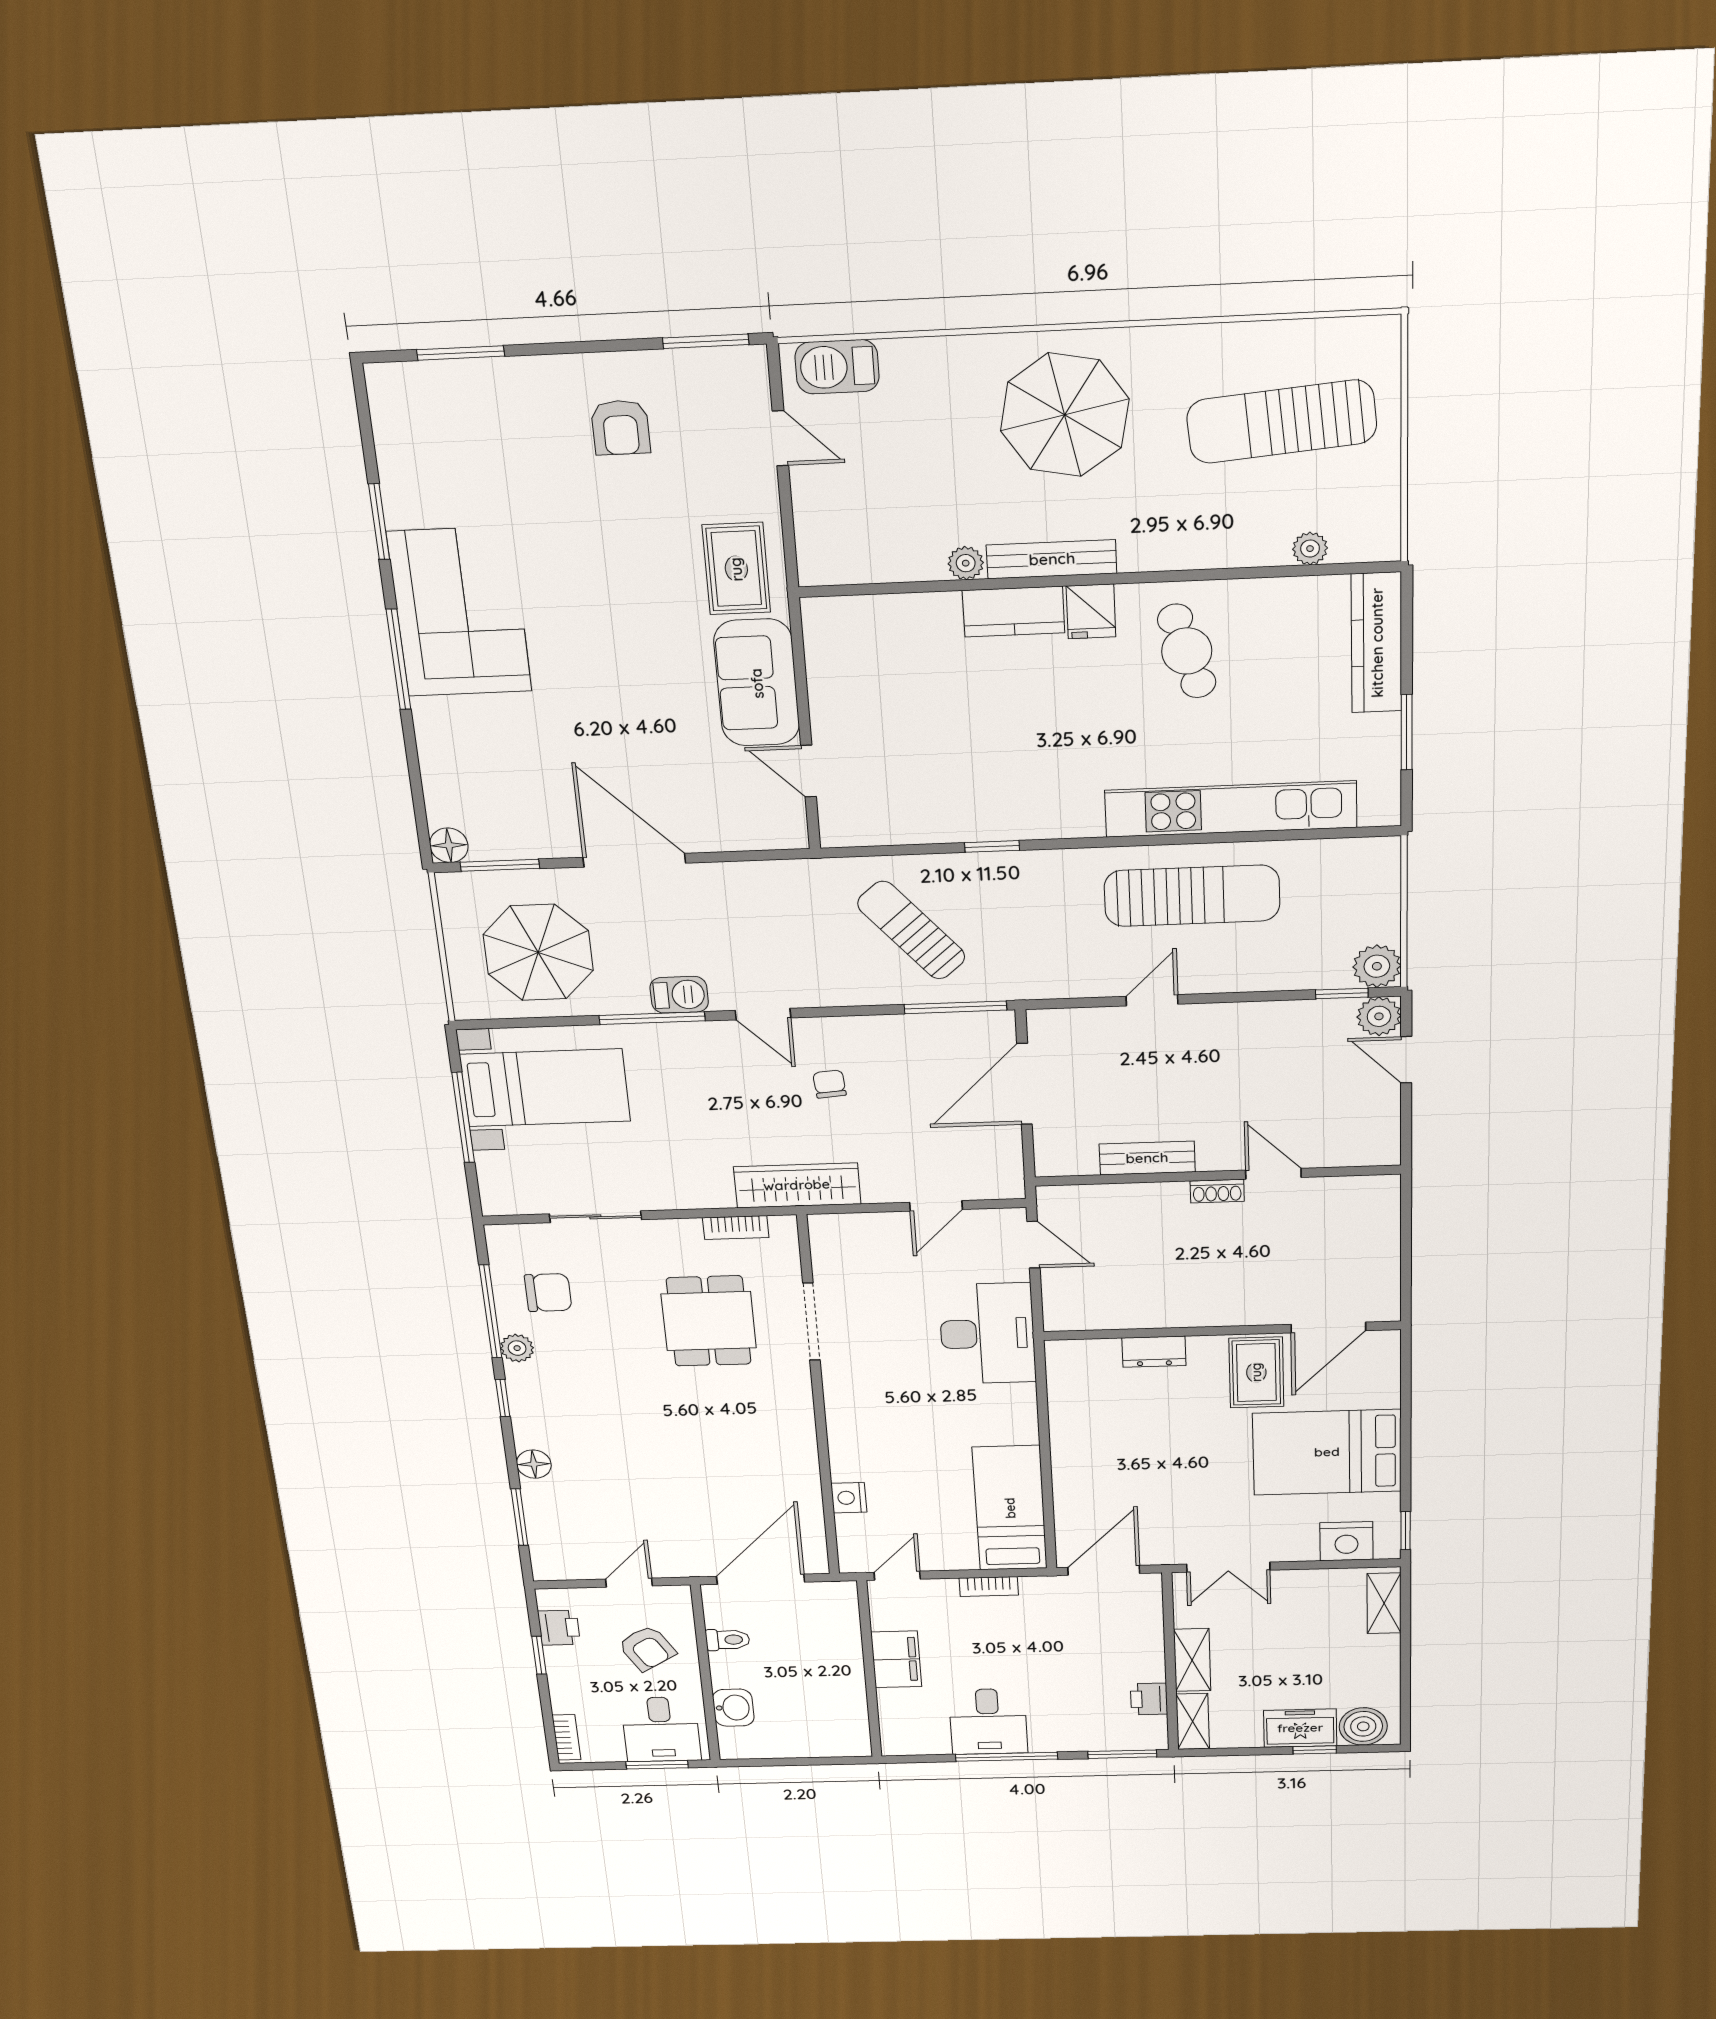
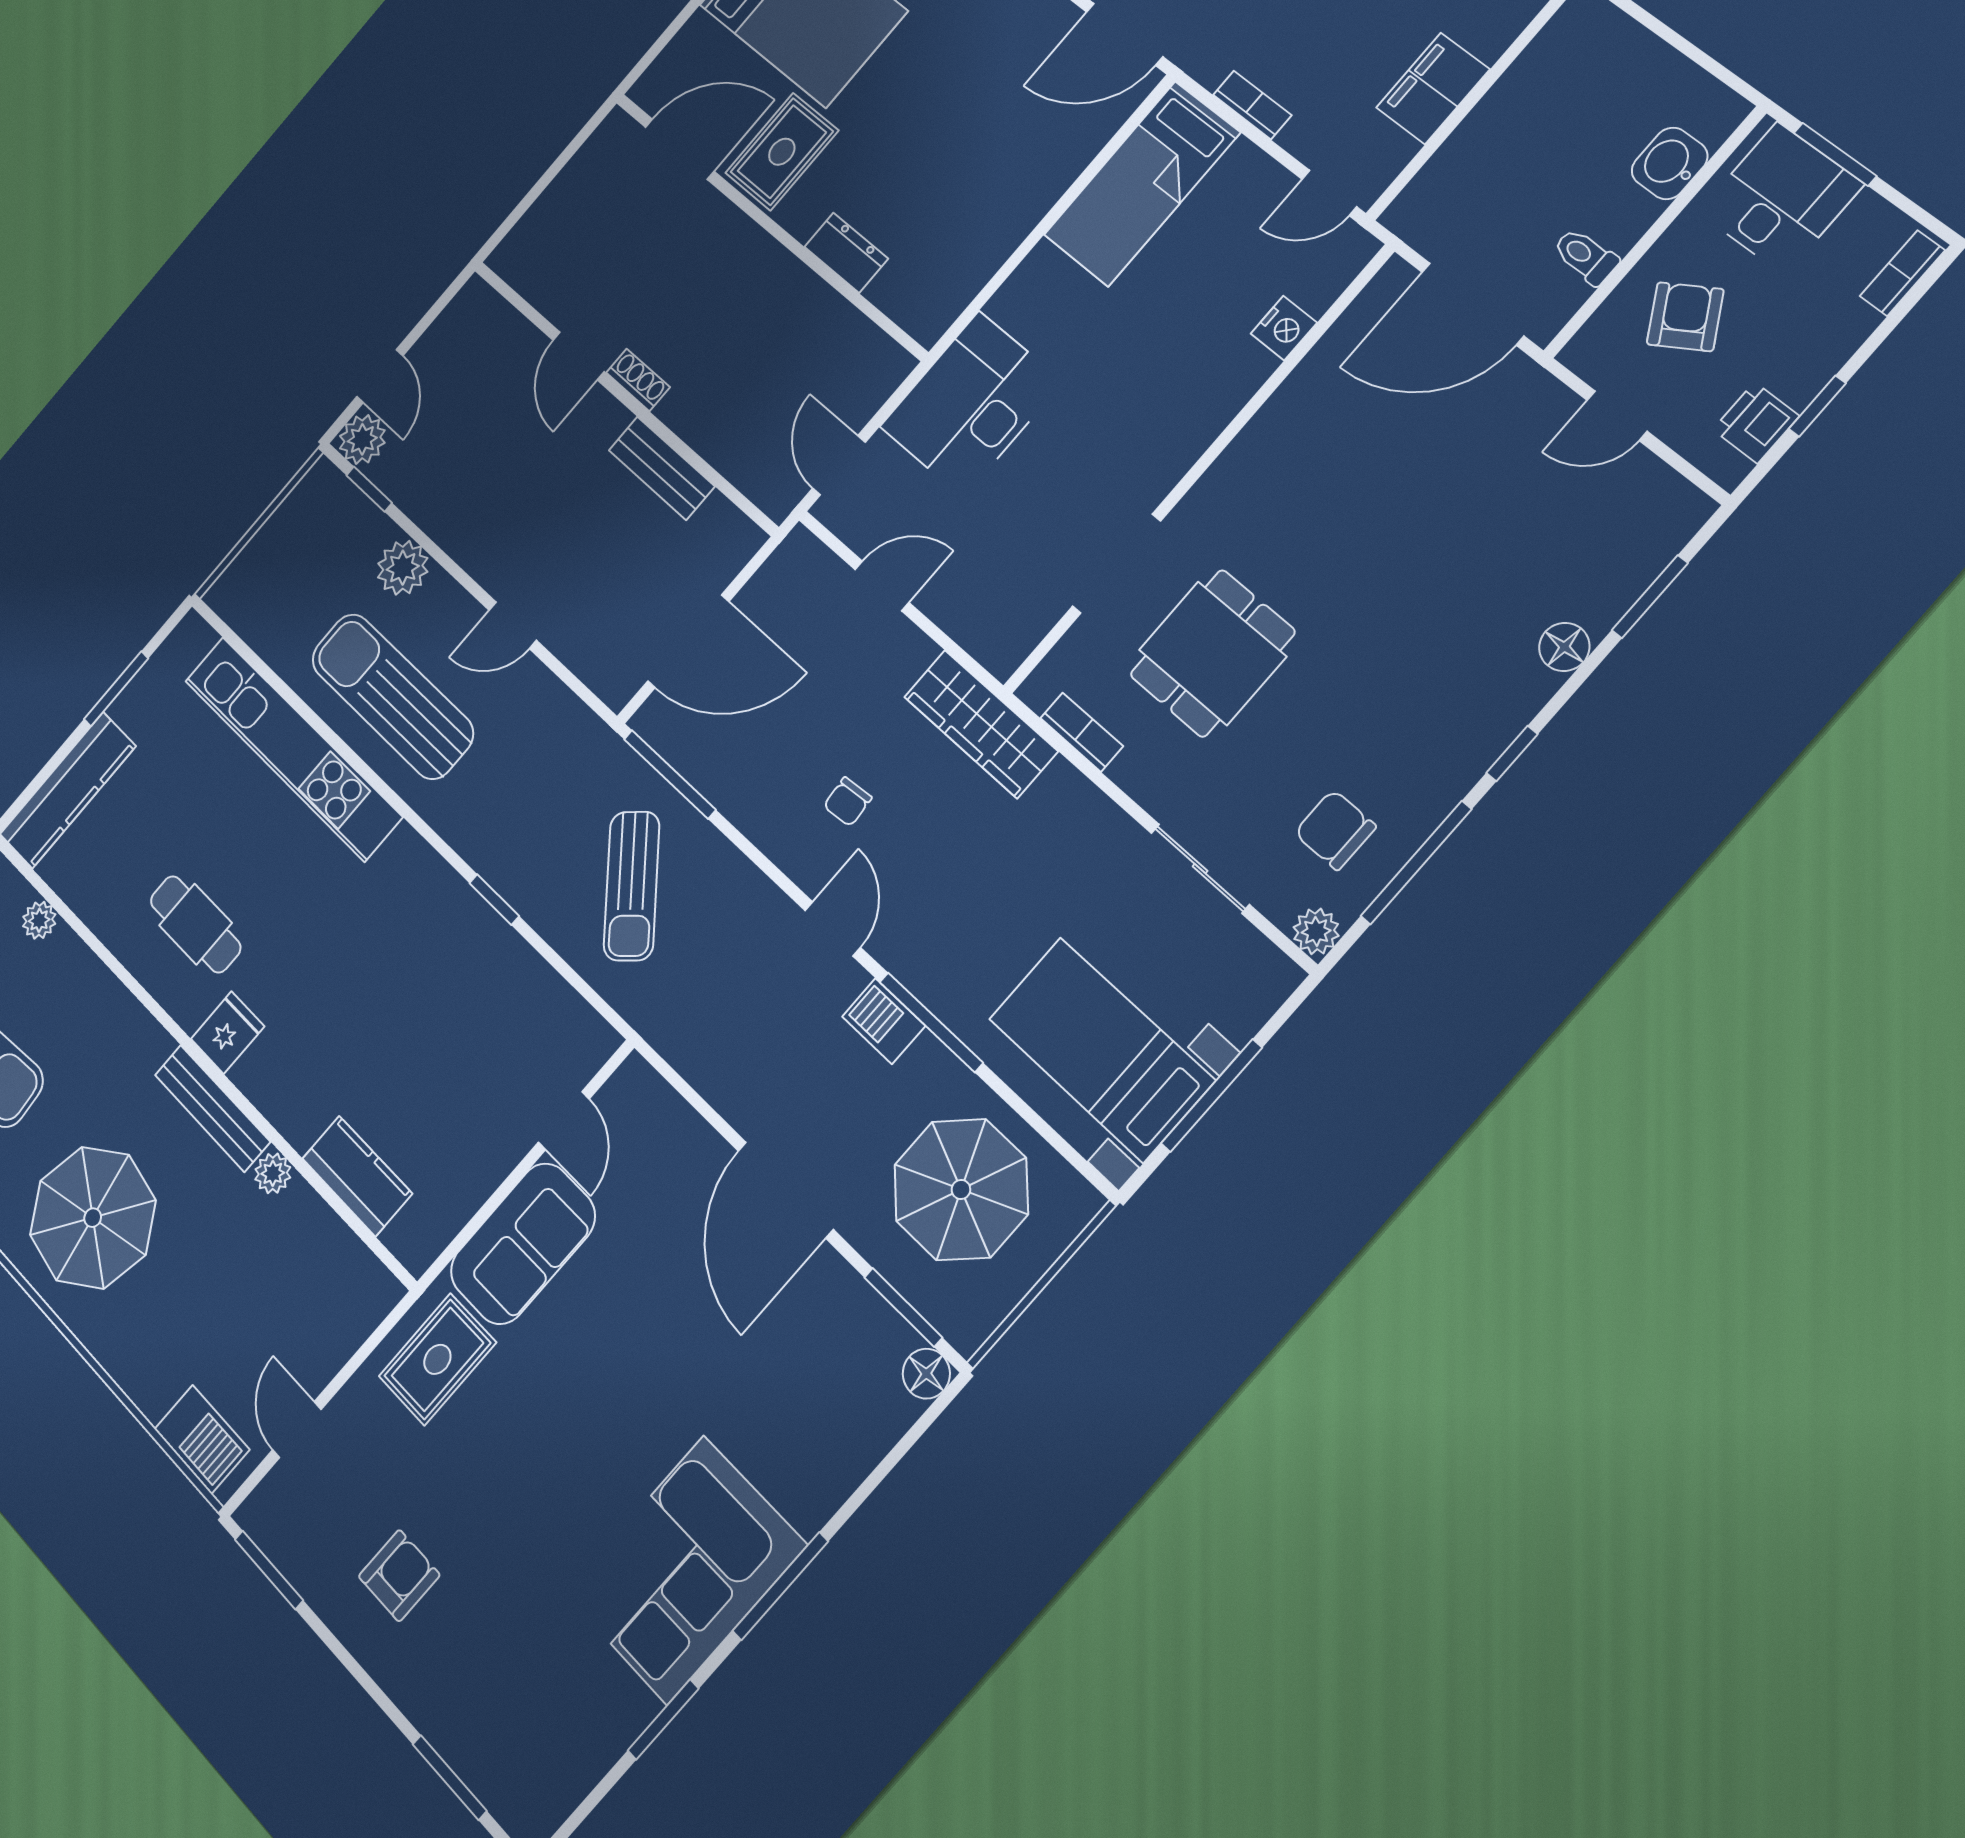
kitchen counter: (1014, 612) -> (357, 1176), moved
cafe table: (1187, 651) -> (196, 924), turned -73
plant: (1377, 966) -> (403, 568), moved
plant: (517, 1348) -> (1316, 931), moved

